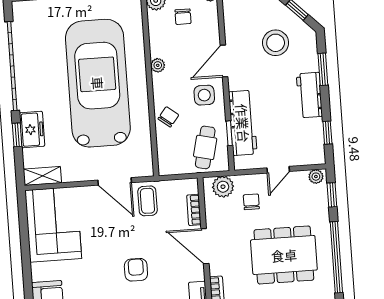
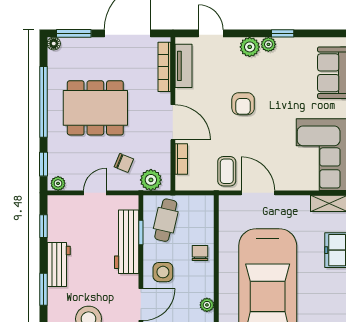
chair: (168, 117) -> (200, 253), turned 142
chair: (251, 202) -> (124, 163), turned -67

